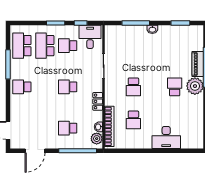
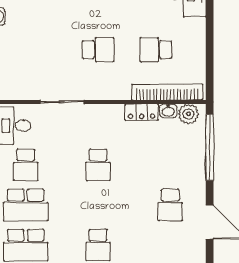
locker: (98, 101) -> (142, 112), moved
school desk: (133, 120) -> (156, 50), turned 180
school desk: (68, 128) -> (170, 205), moved

